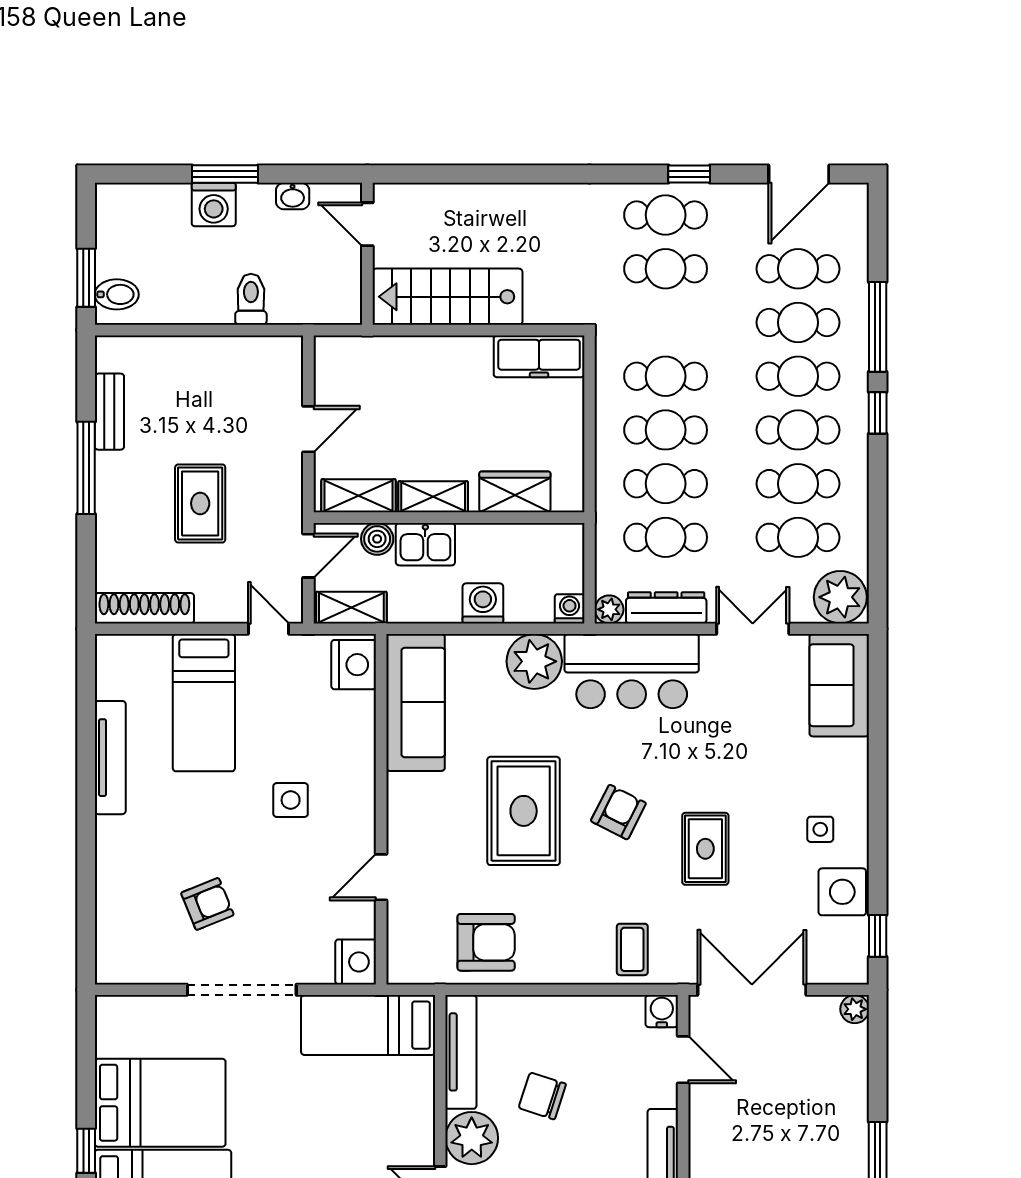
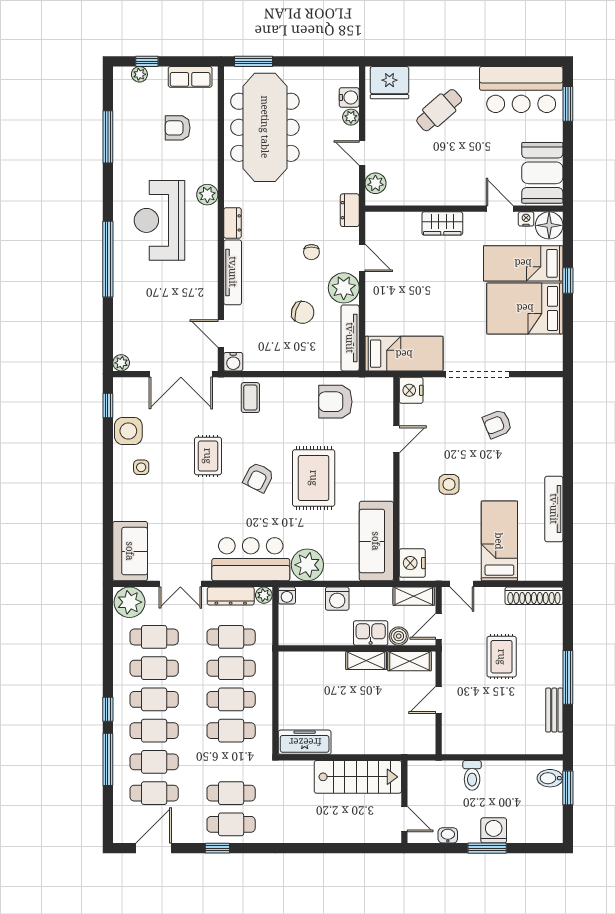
wardrobe: (515, 492) -> (319, 663), removed

